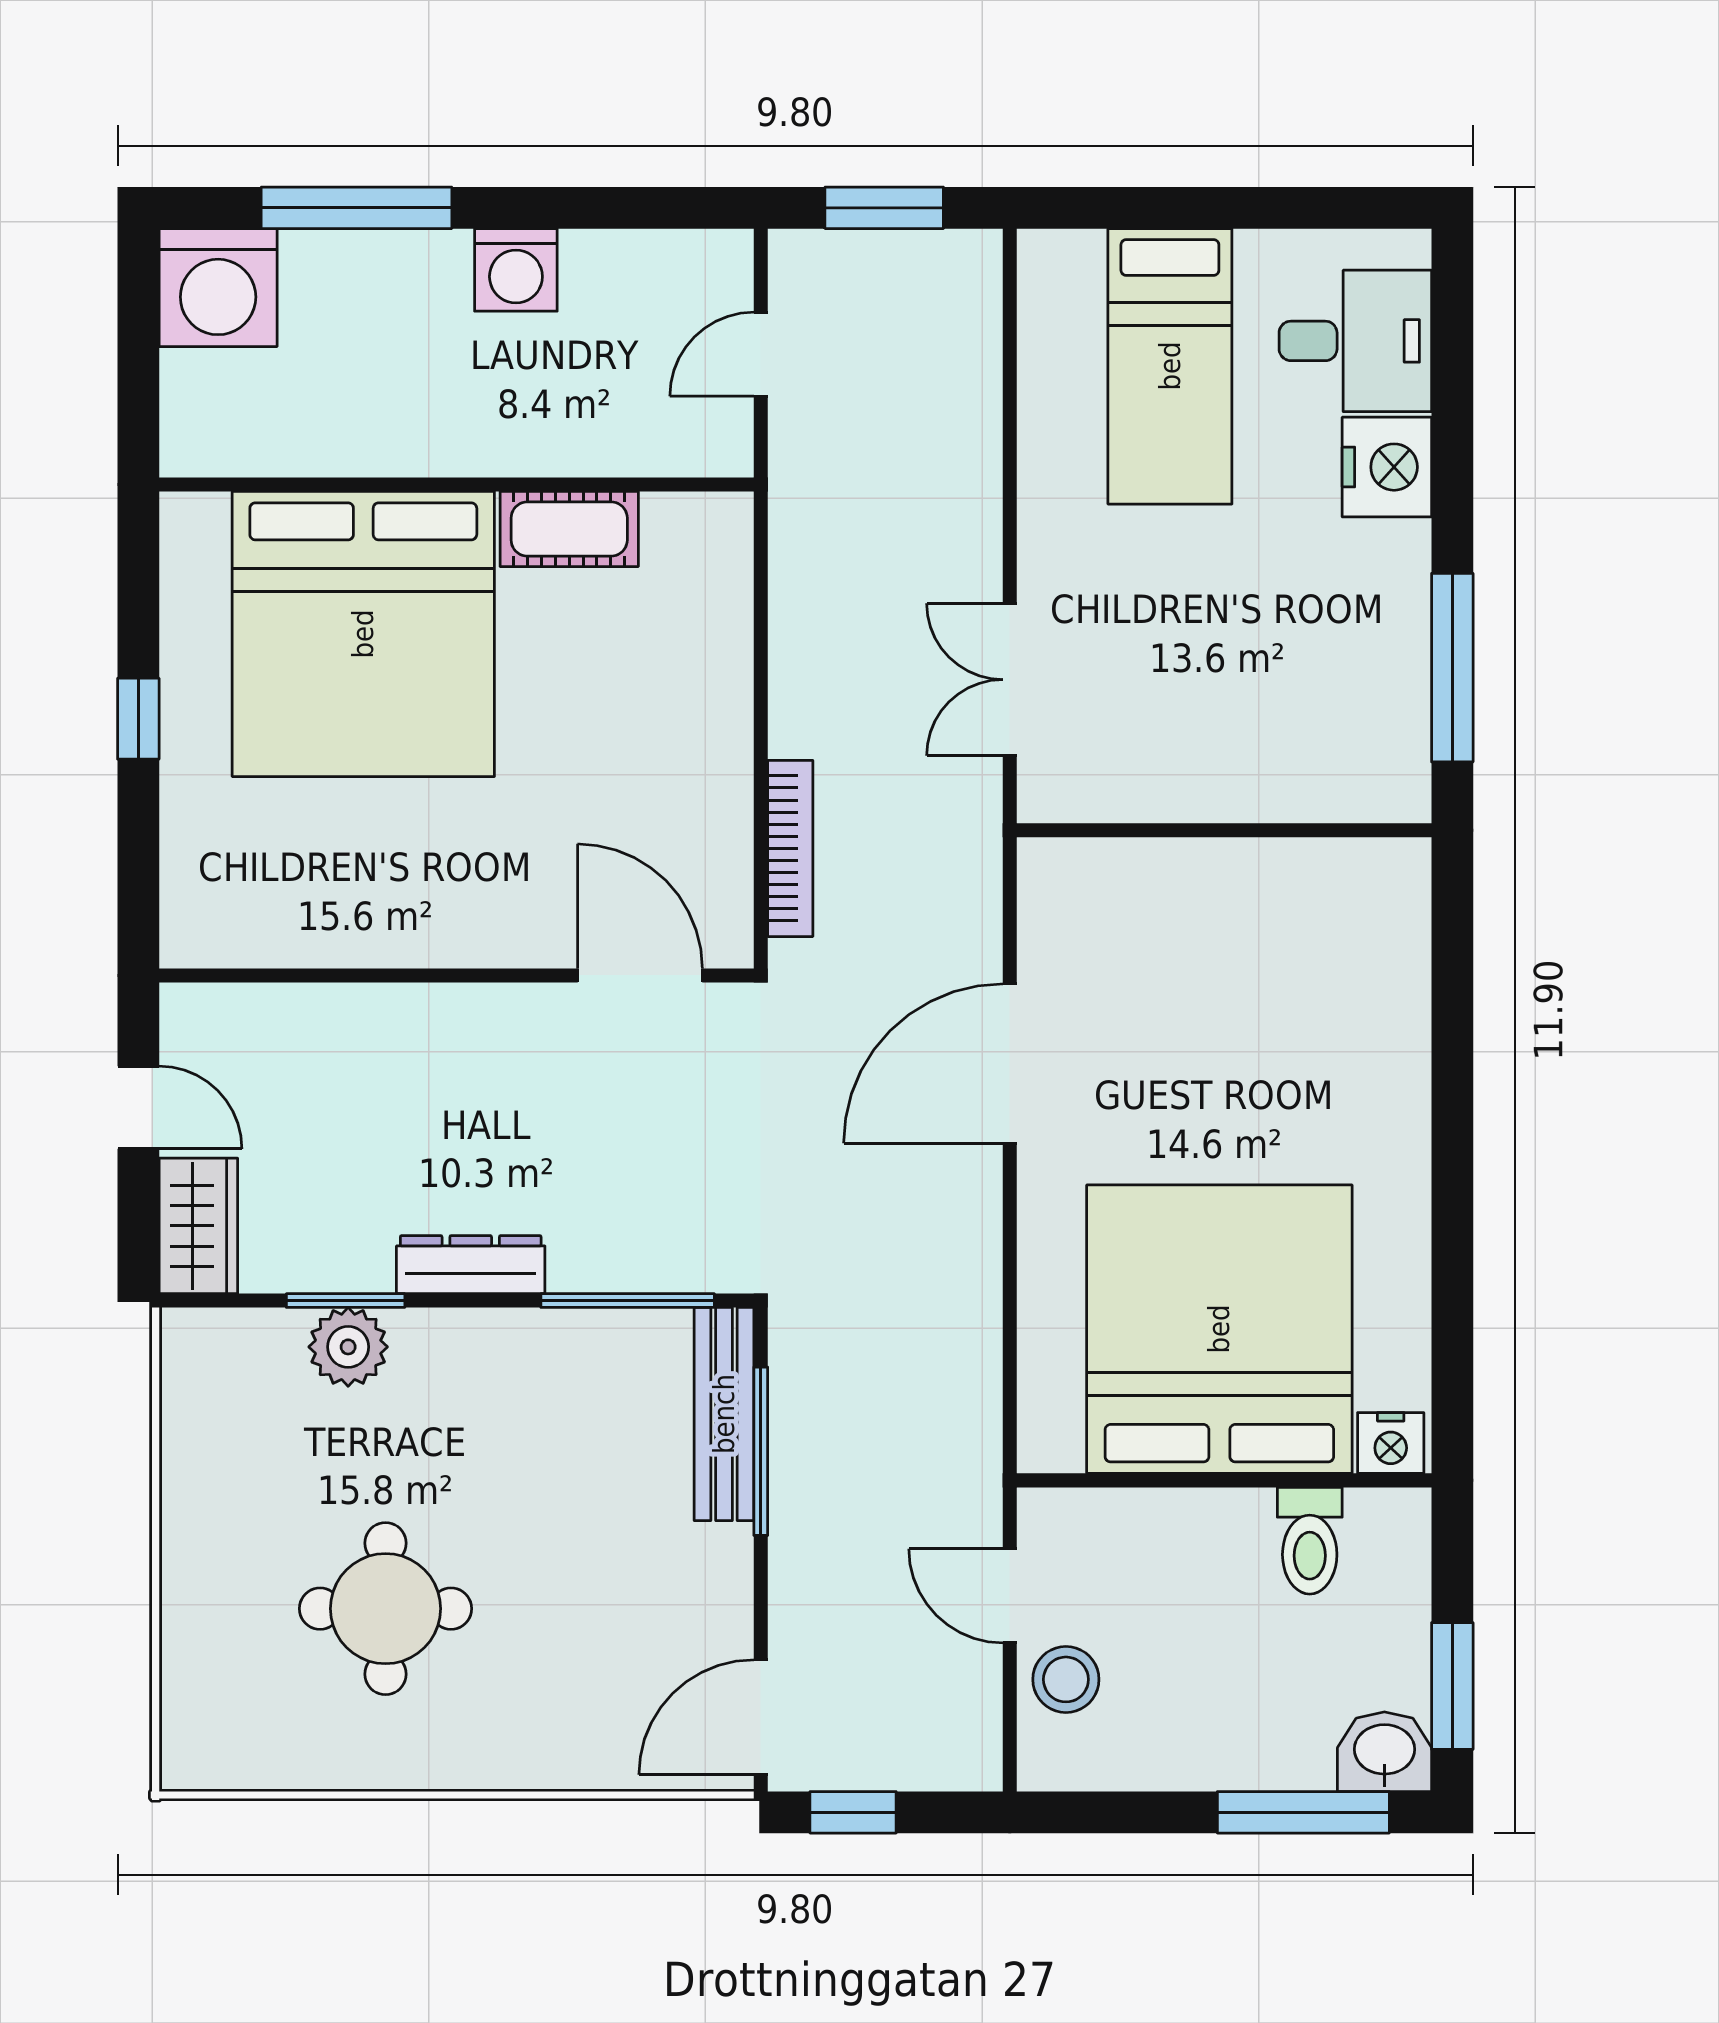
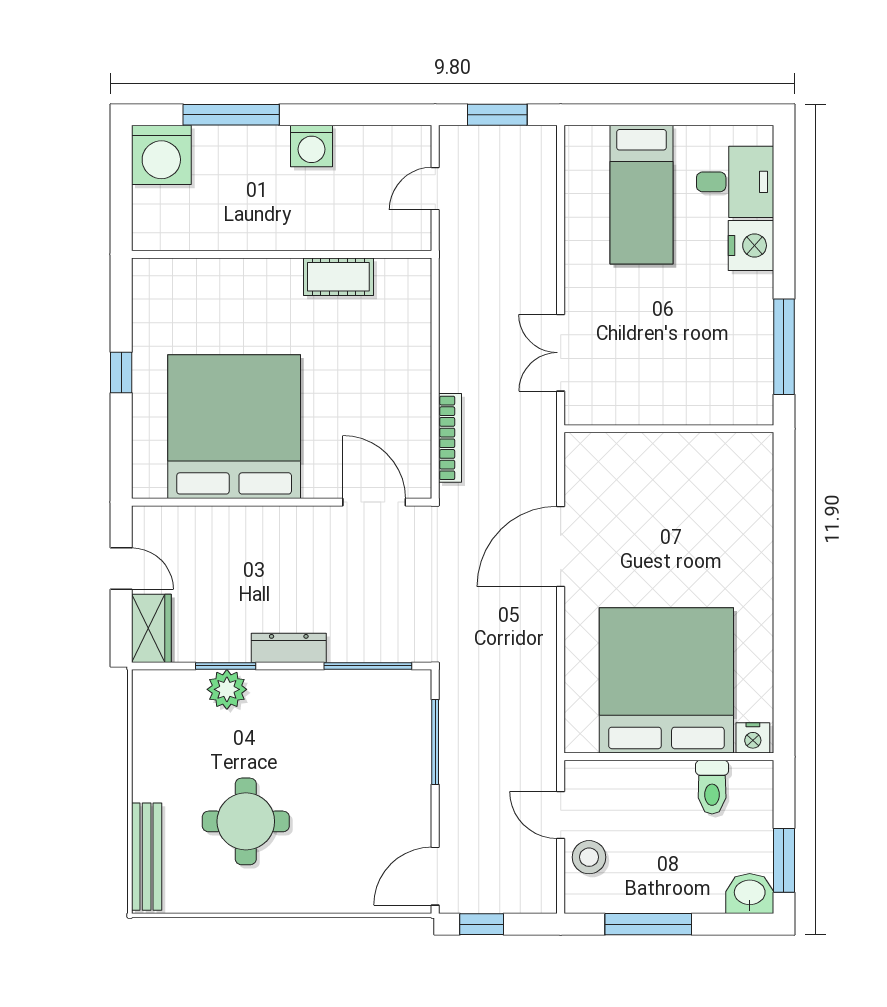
bed: (363, 634) -> (234, 427), moved, turned 180
bench: (724, 1414) -> (147, 857), moved
window: (1303, 1812) -> (648, 924), moved

